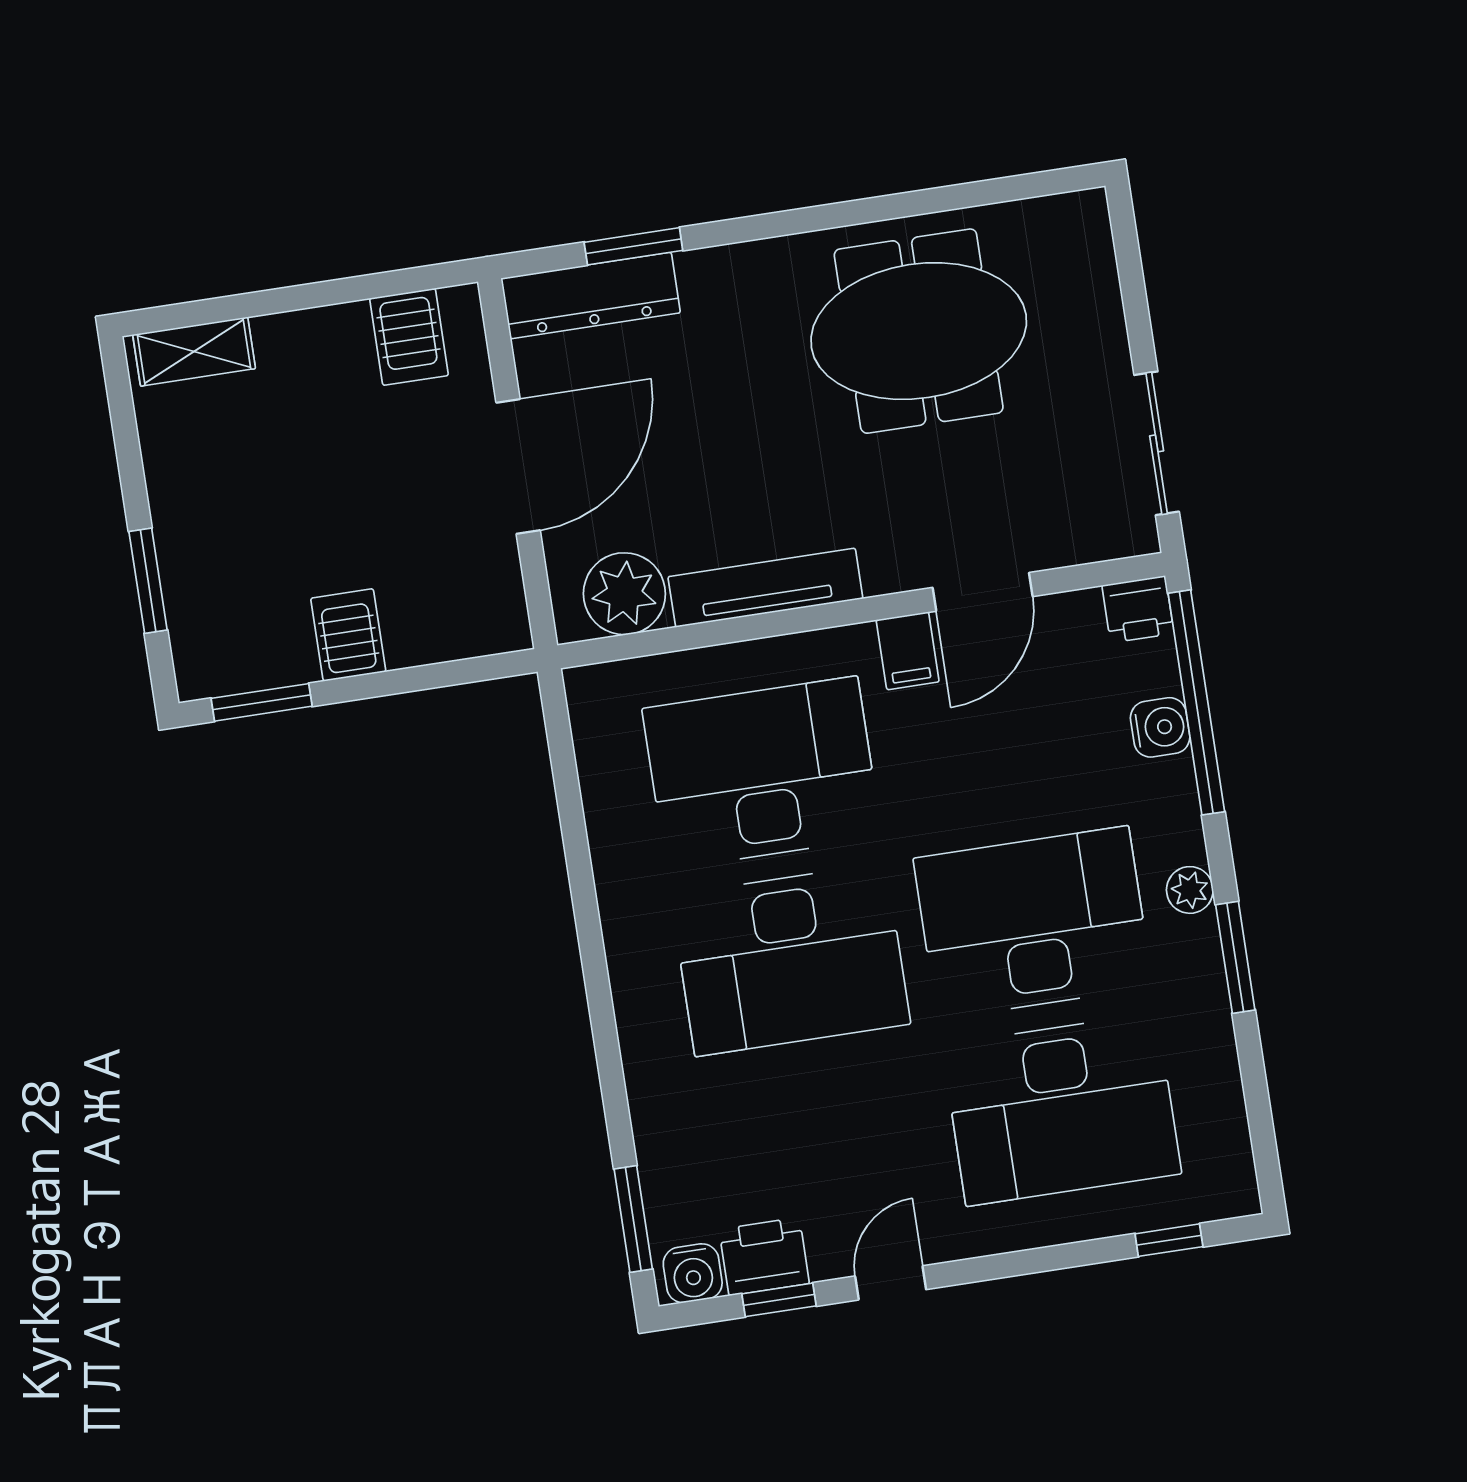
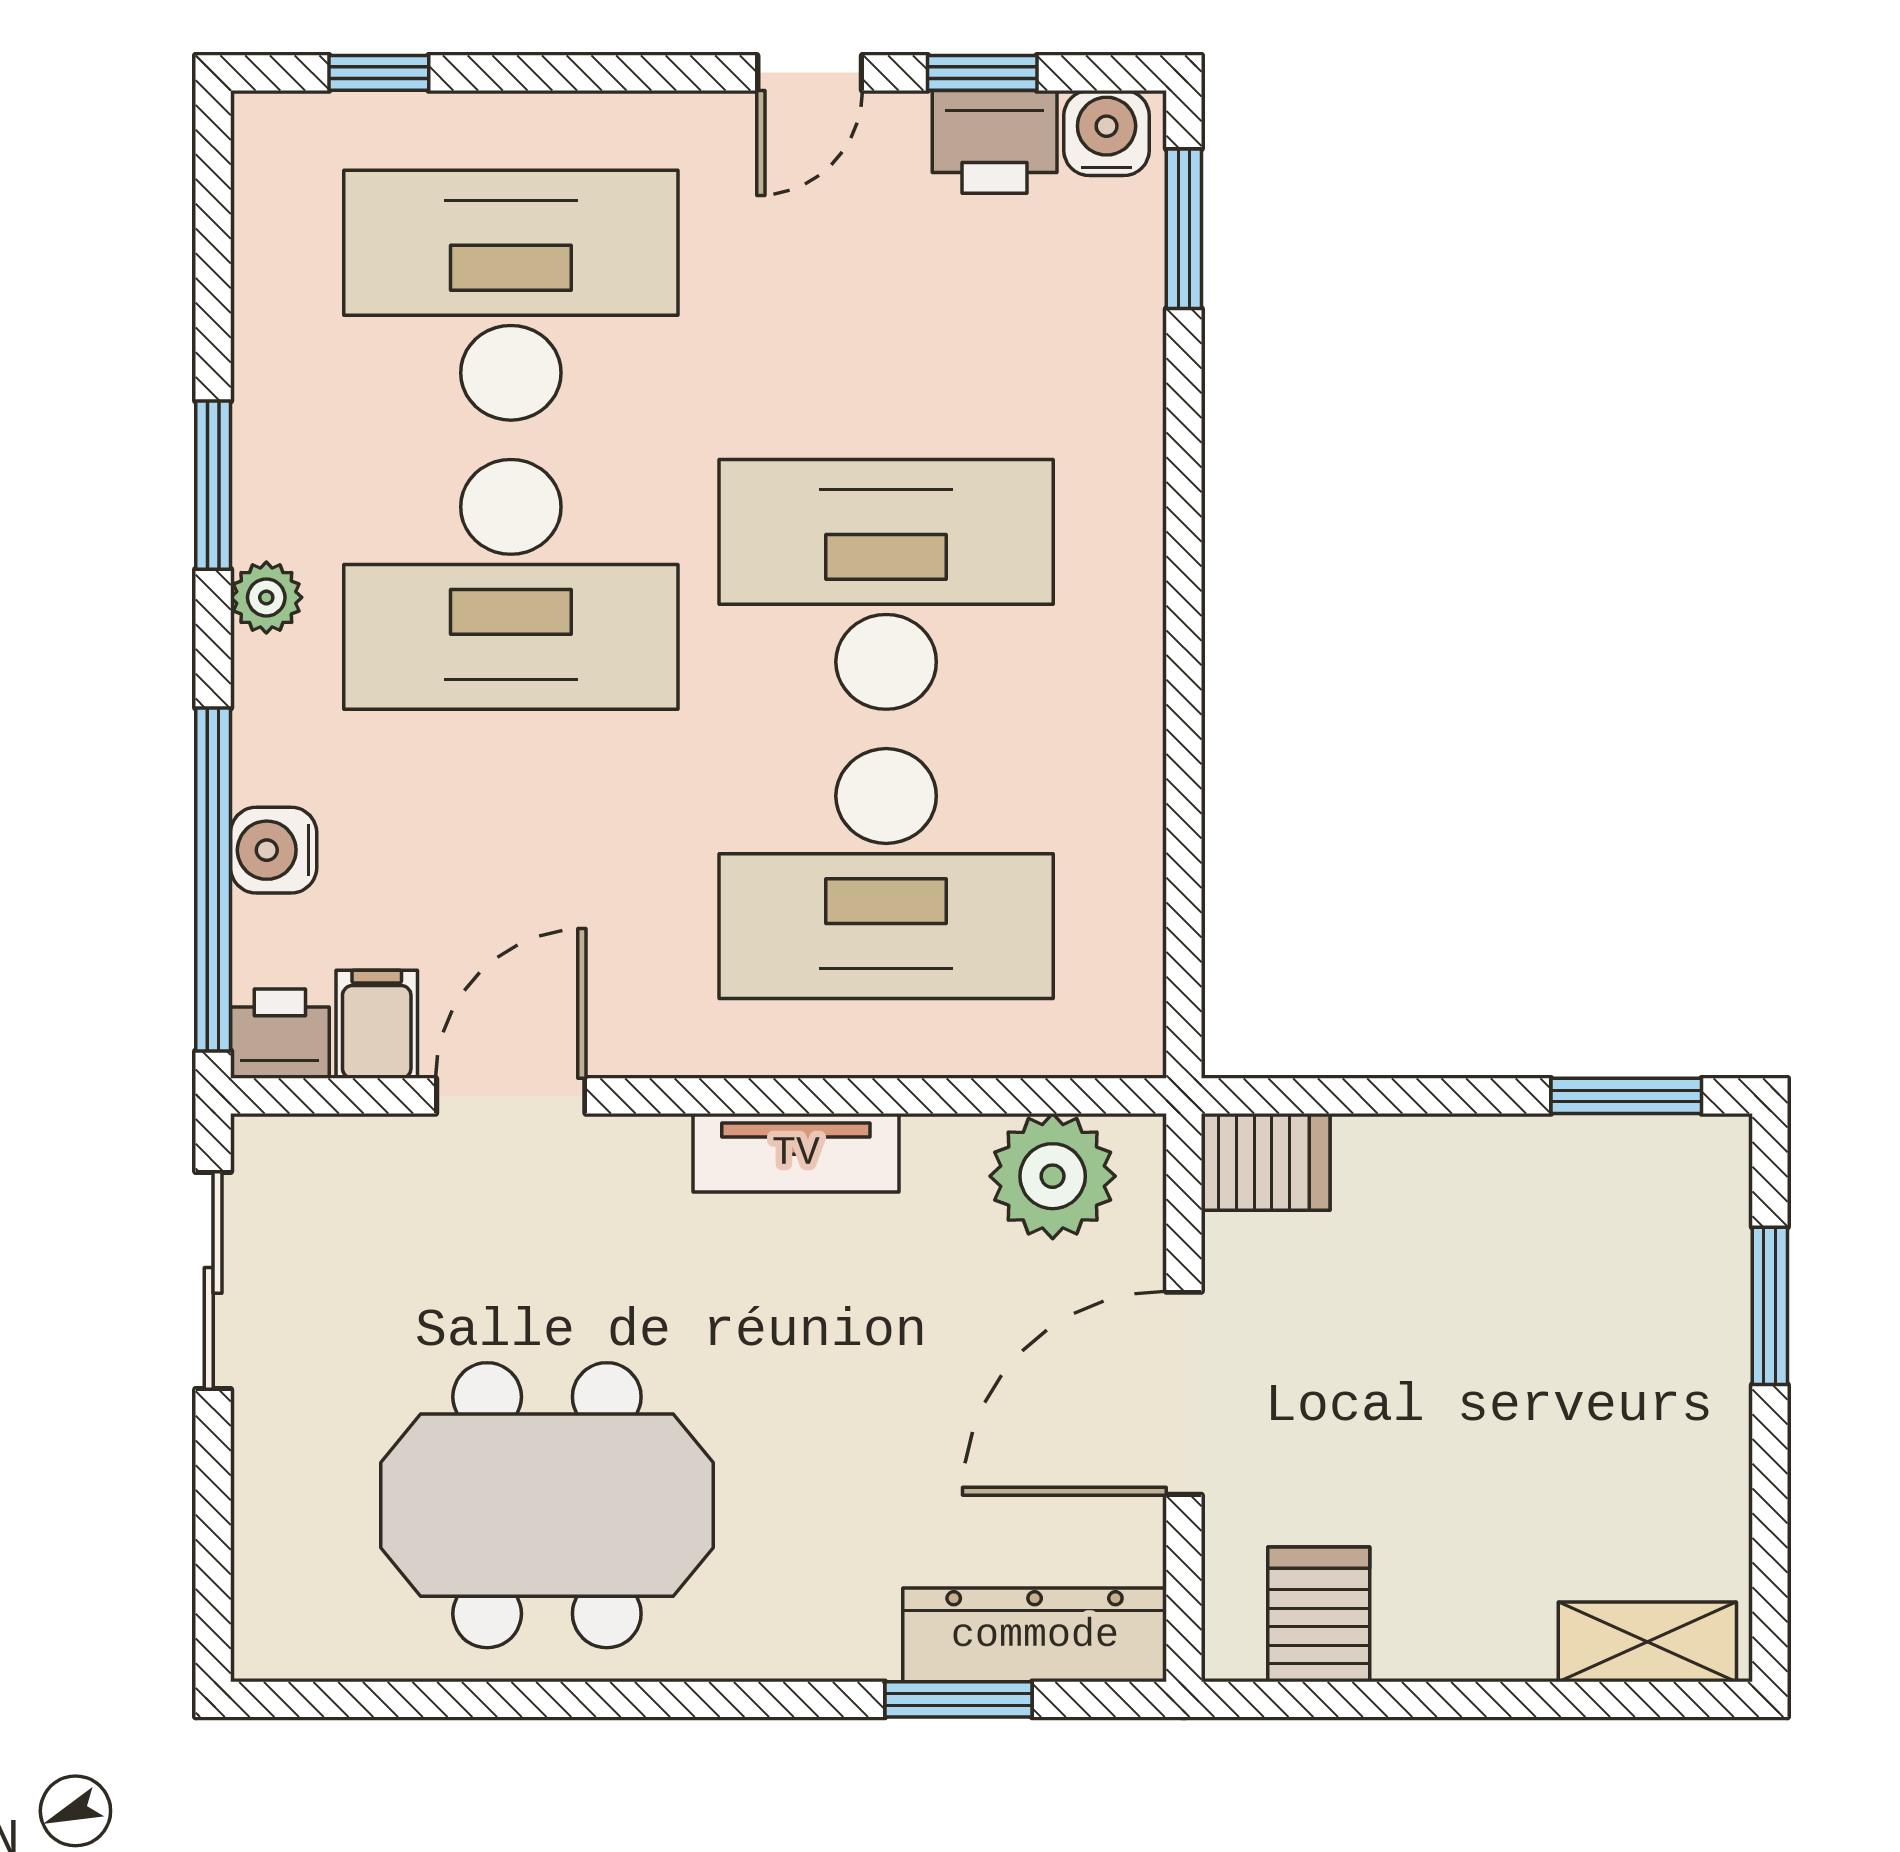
tv unit: (765, 588) -> (796, 1153), width x0.71
server rack: (348, 635) -> (1266, 1162), moved, turned -90
filing cabinet: (908, 651) -> (377, 1024), moved

